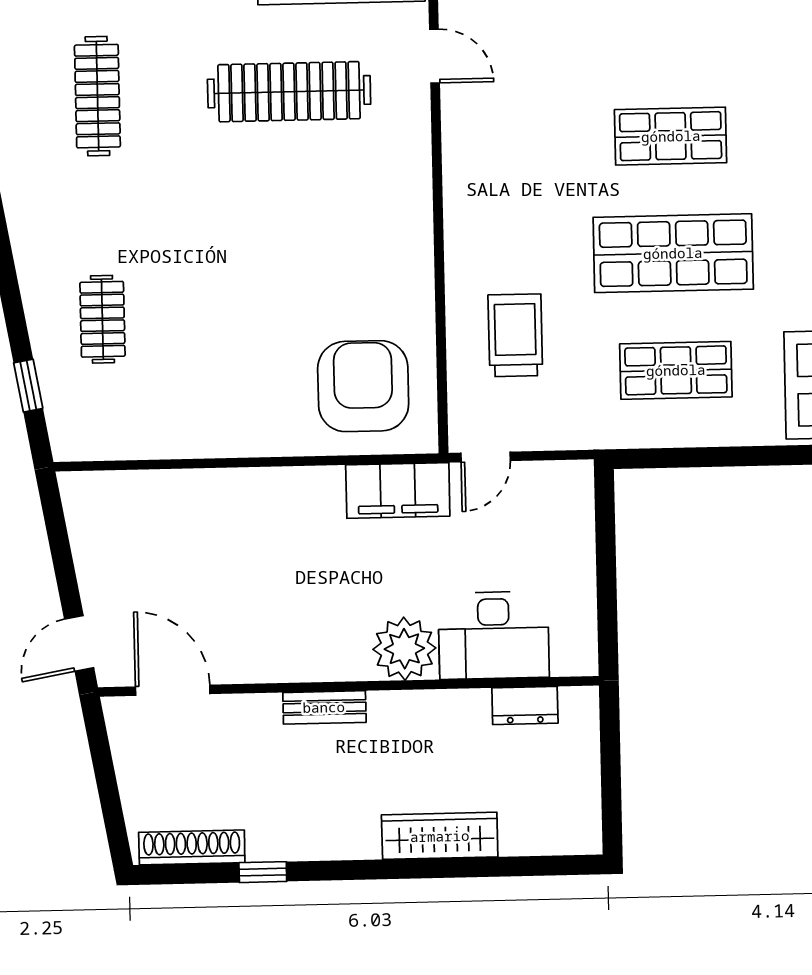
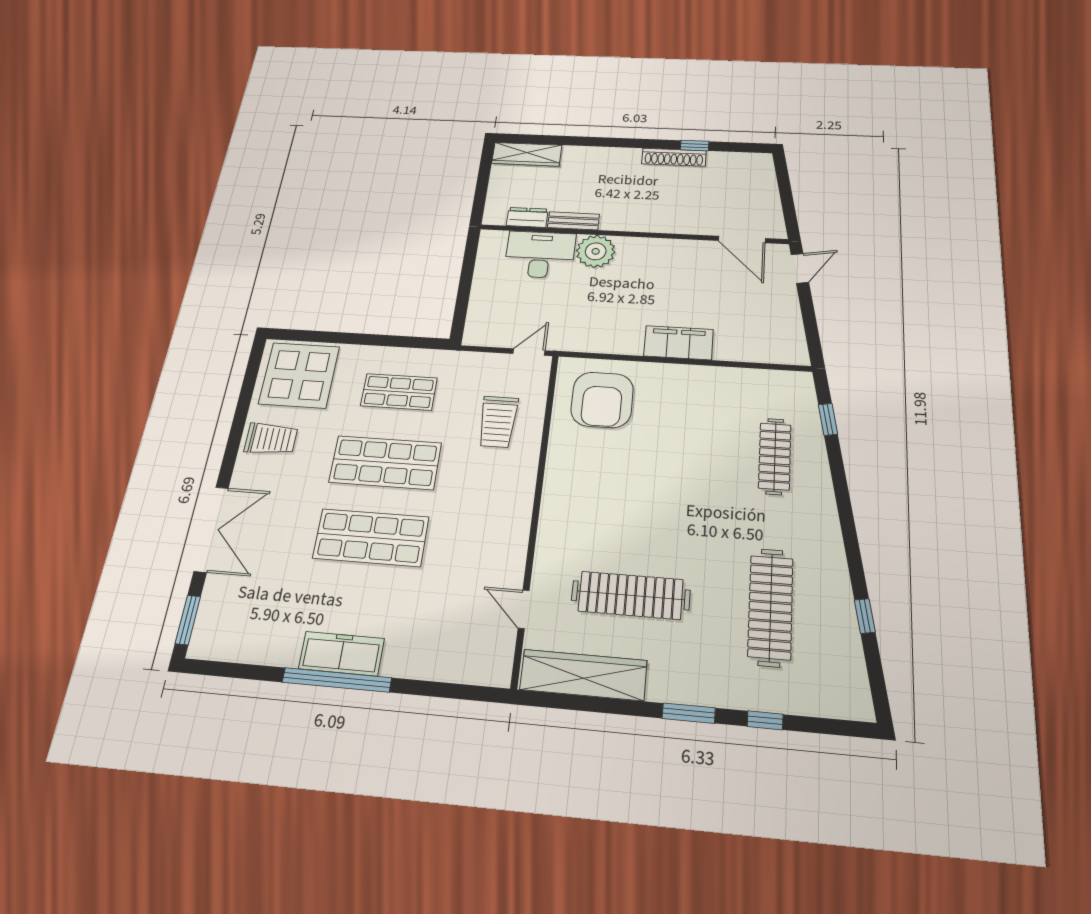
clothes rail: (97, 96) -> (770, 607), width x1.37, depth x1.31
shop shelf: (671, 136) -> (371, 538), width x1.43, depth x1.36
clothes rail: (102, 319) -> (775, 456), width x1.36
filing cabinet: (398, 490) -> (678, 343), moved
bench: (324, 707) -> (573, 221), moved
wardrobe: (440, 836) -> (527, 154), moved
shoe rack: (192, 847) -> (674, 157), moved

